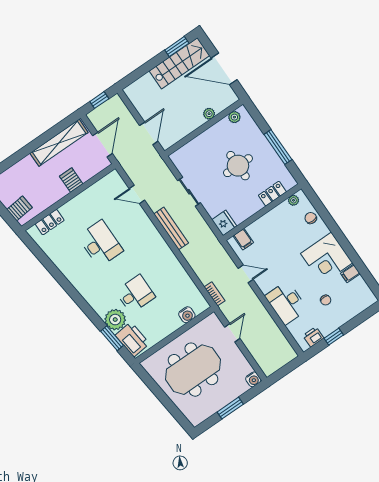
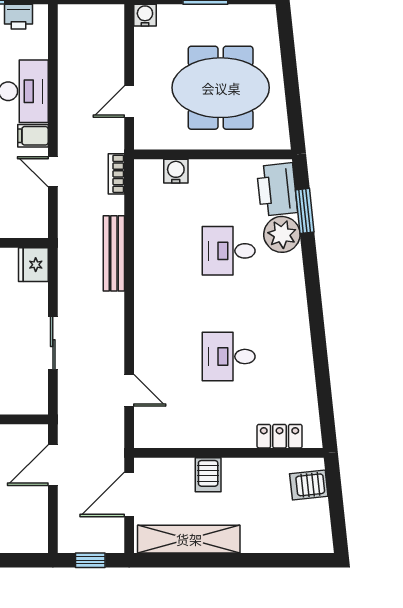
bench: (171, 228) -> (114, 253), moved
filing cabinet: (243, 239) -> (33, 136), moved, turned -90
desk: (100, 243) -> (229, 357), width x0.73

